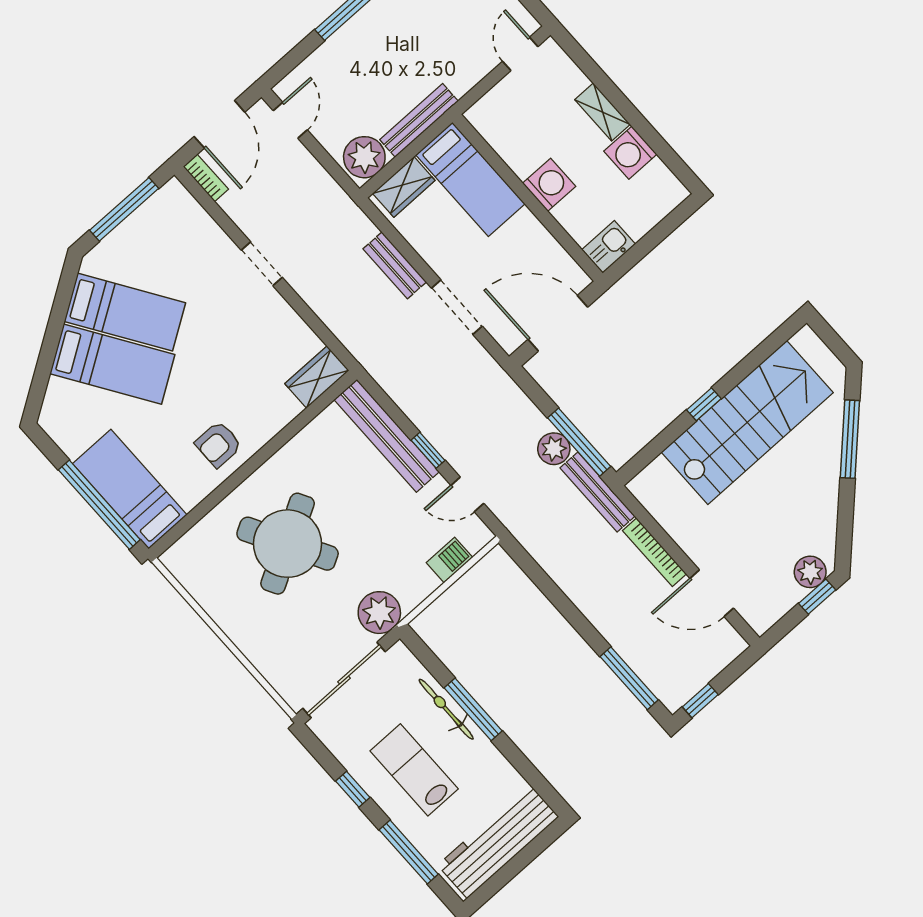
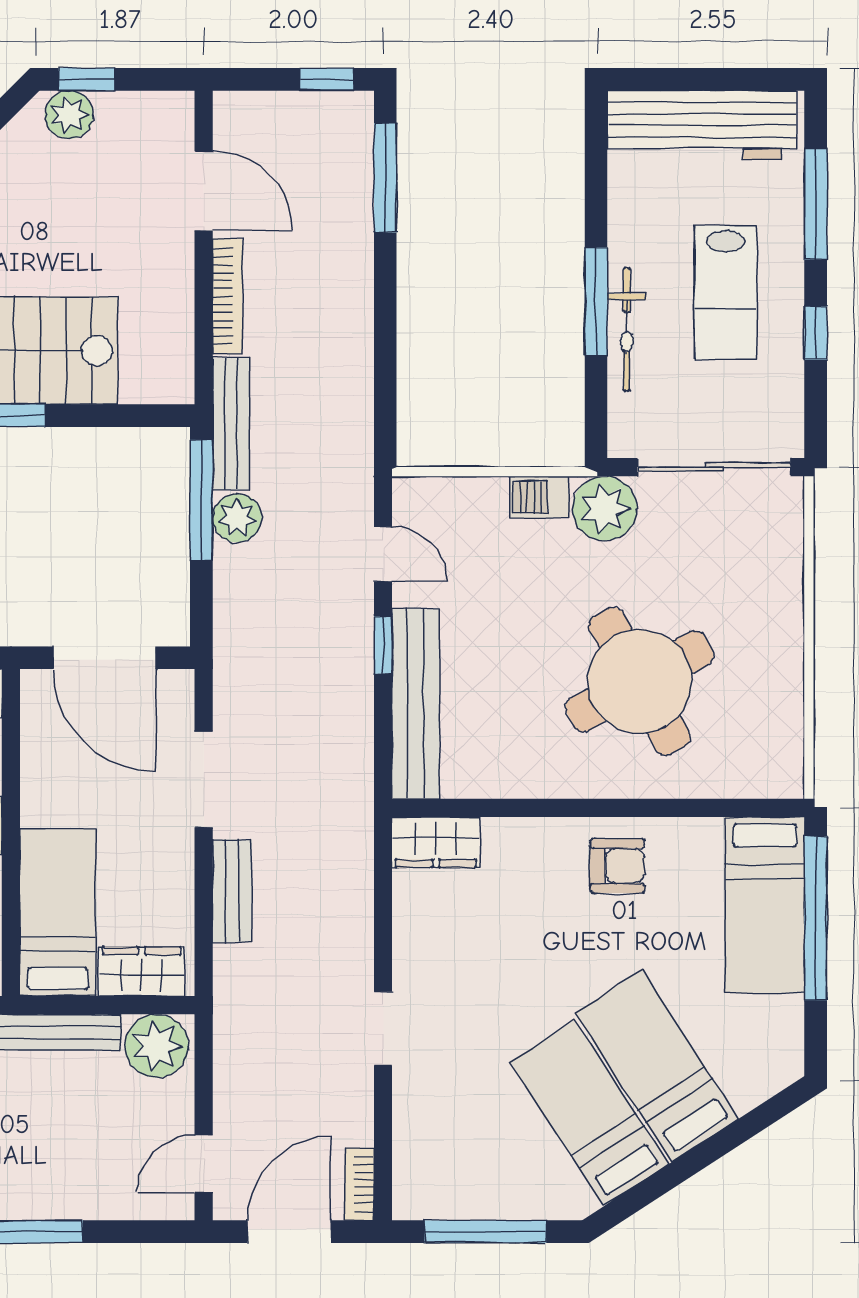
barbecue: (449, 560) -> (539, 497), moved

